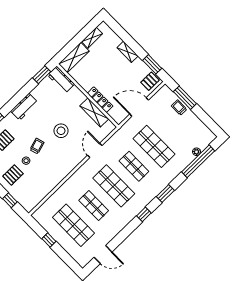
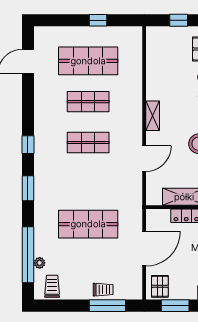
trolley: (202, 134) -> (52, 286), added
door: (95, 150) -> (144, 159), hinge flipped
shop shelf: (134, 166) -> (88, 183), removed
shelving: (69, 167) -> (153, 116), added
shop shelf: (114, 186) -> (88, 143), width x0.70, depth x0.74

